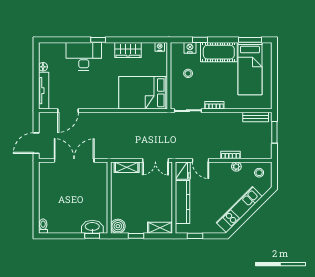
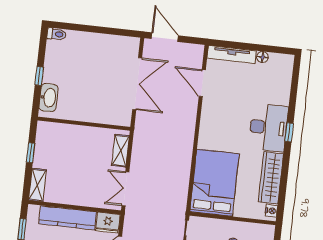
wardrobe: (128, 50) -> (271, 178), width x1.50
desk: (84, 56) -> (268, 128), moved
boiler: (118, 226) -> (46, 131), removed
window: (92, 236) -> (39, 76), moved

